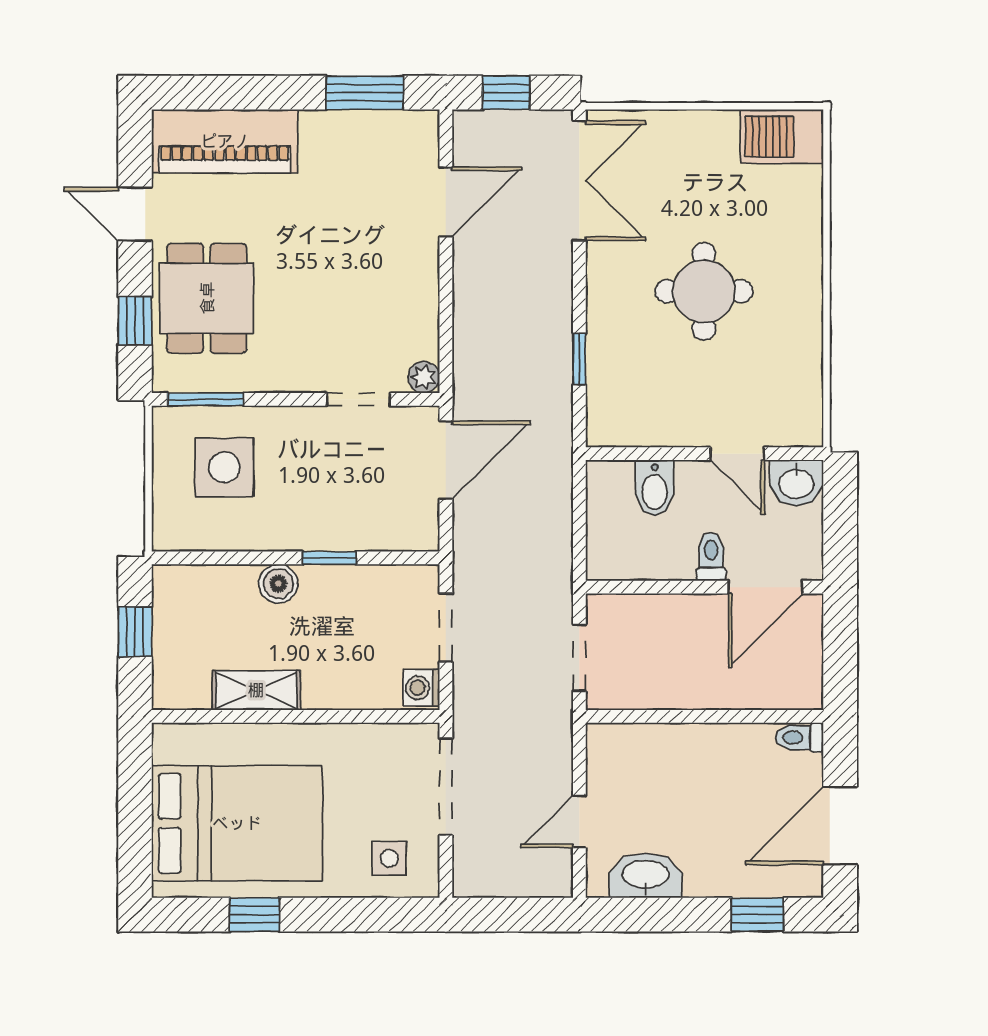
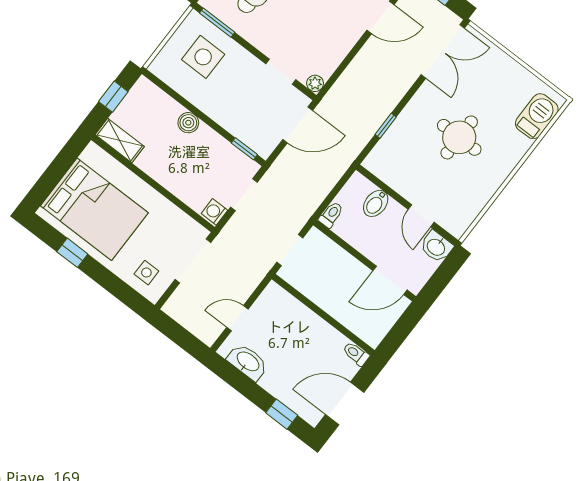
barbecue: (782, 136) -> (537, 116), moved, turned 90
toilet: (711, 557) -> (331, 215), moved
window: (329, 558) -> (244, 149), moved
shelving: (256, 690) -> (120, 141), moved

